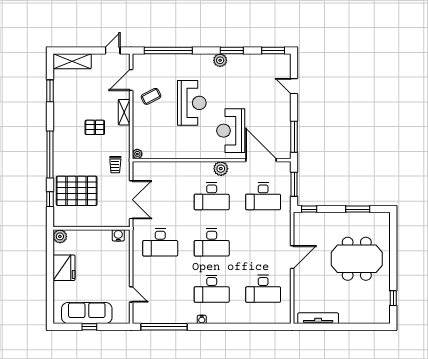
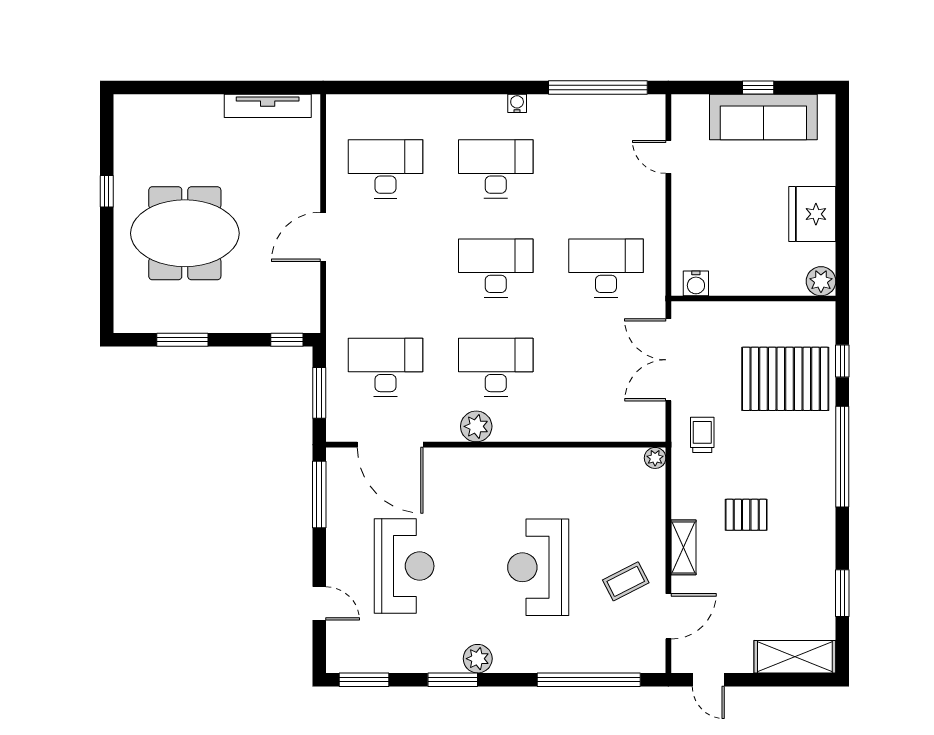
door: (113, 50) -> (708, 680), hinge flipped
reception desk: (231, 131) -> (404, 566), moved
window: (393, 298) -> (107, 191), moved

